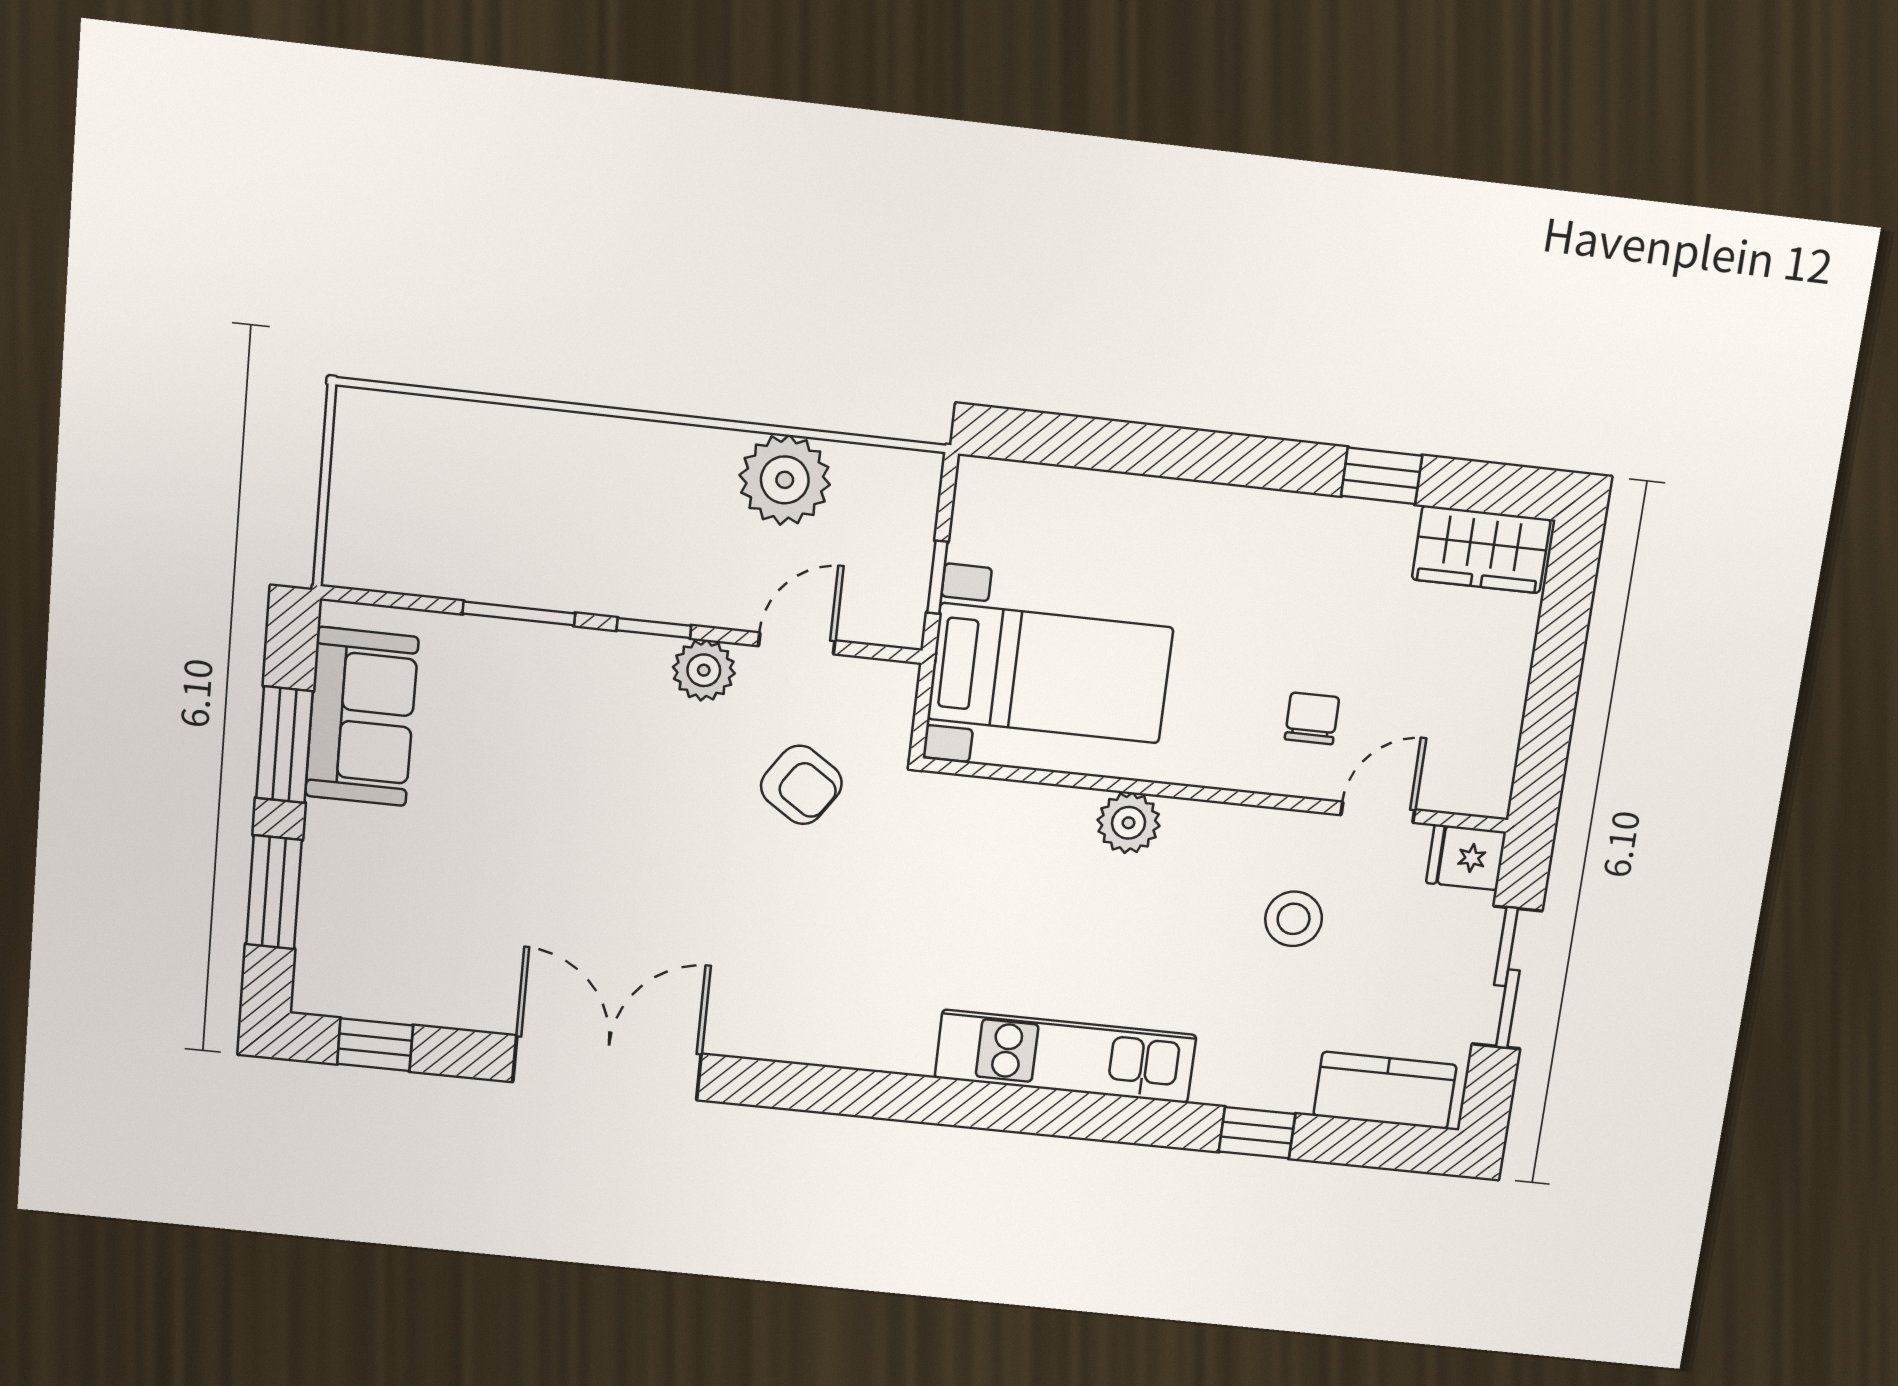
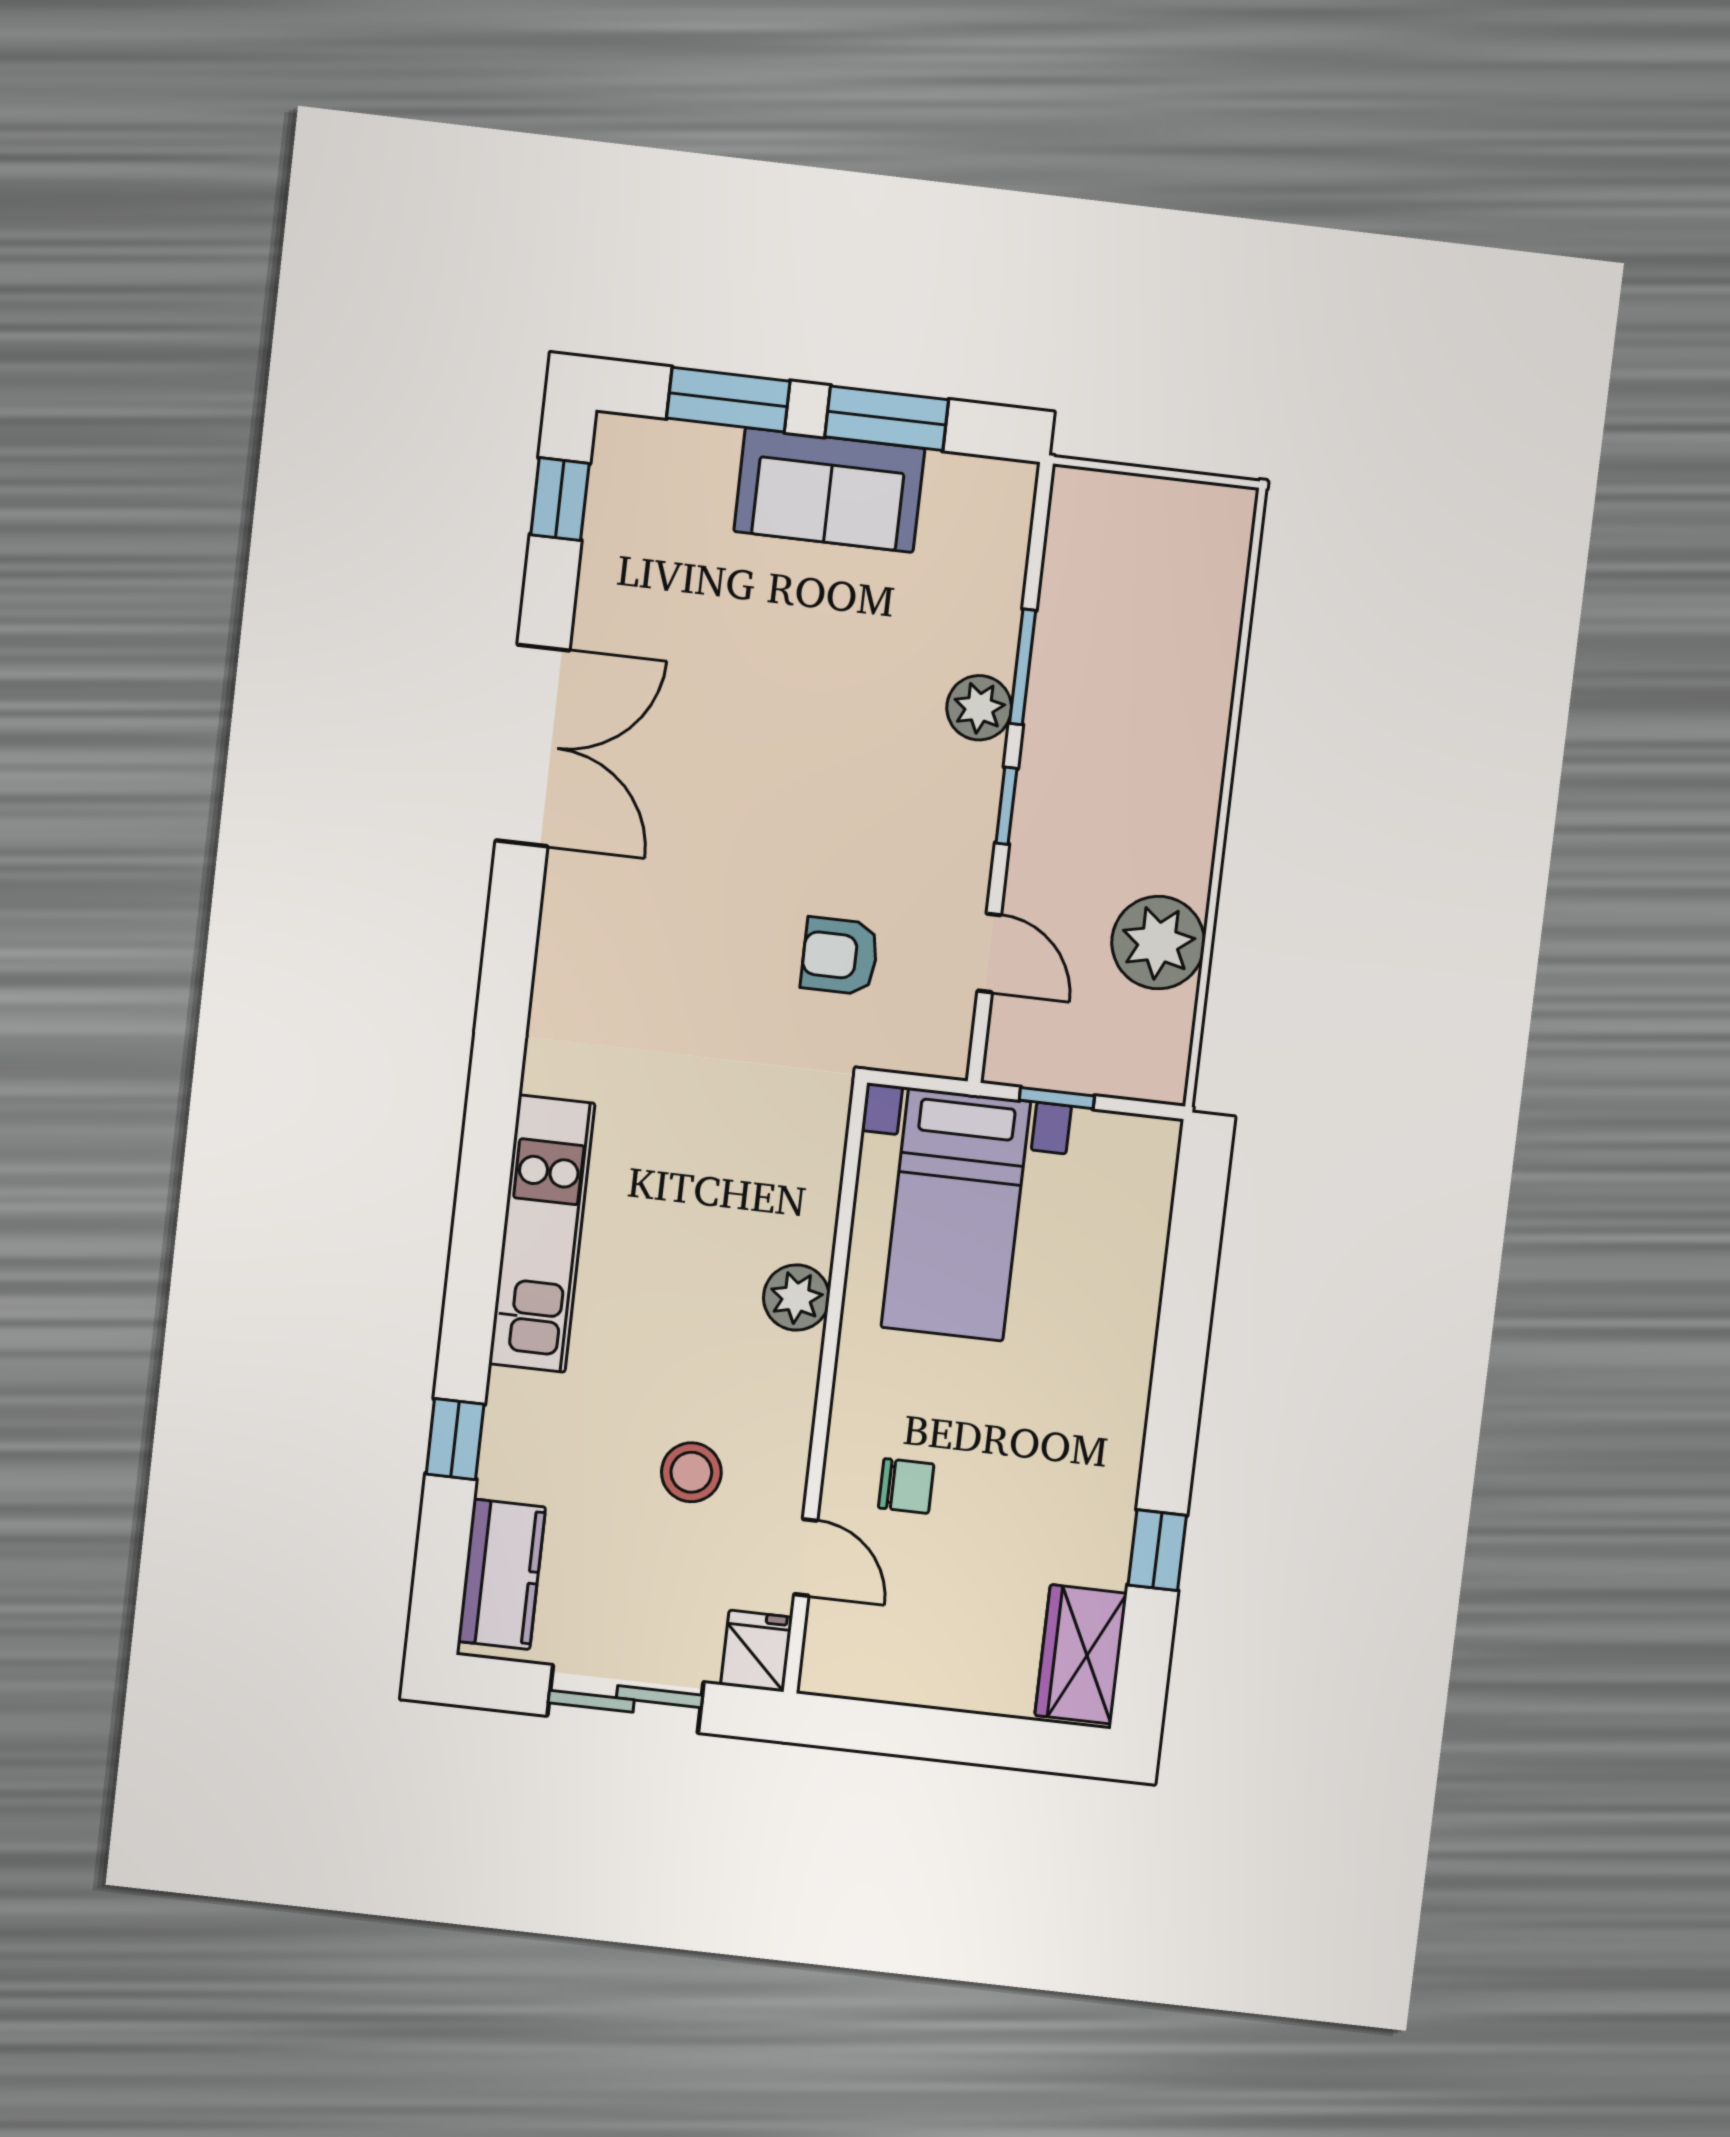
plant: (704, 670) -> (979, 708), moved
sofa: (362, 717) -> (829, 490), moved
armchair: (801, 785) -> (840, 956), turned 56

